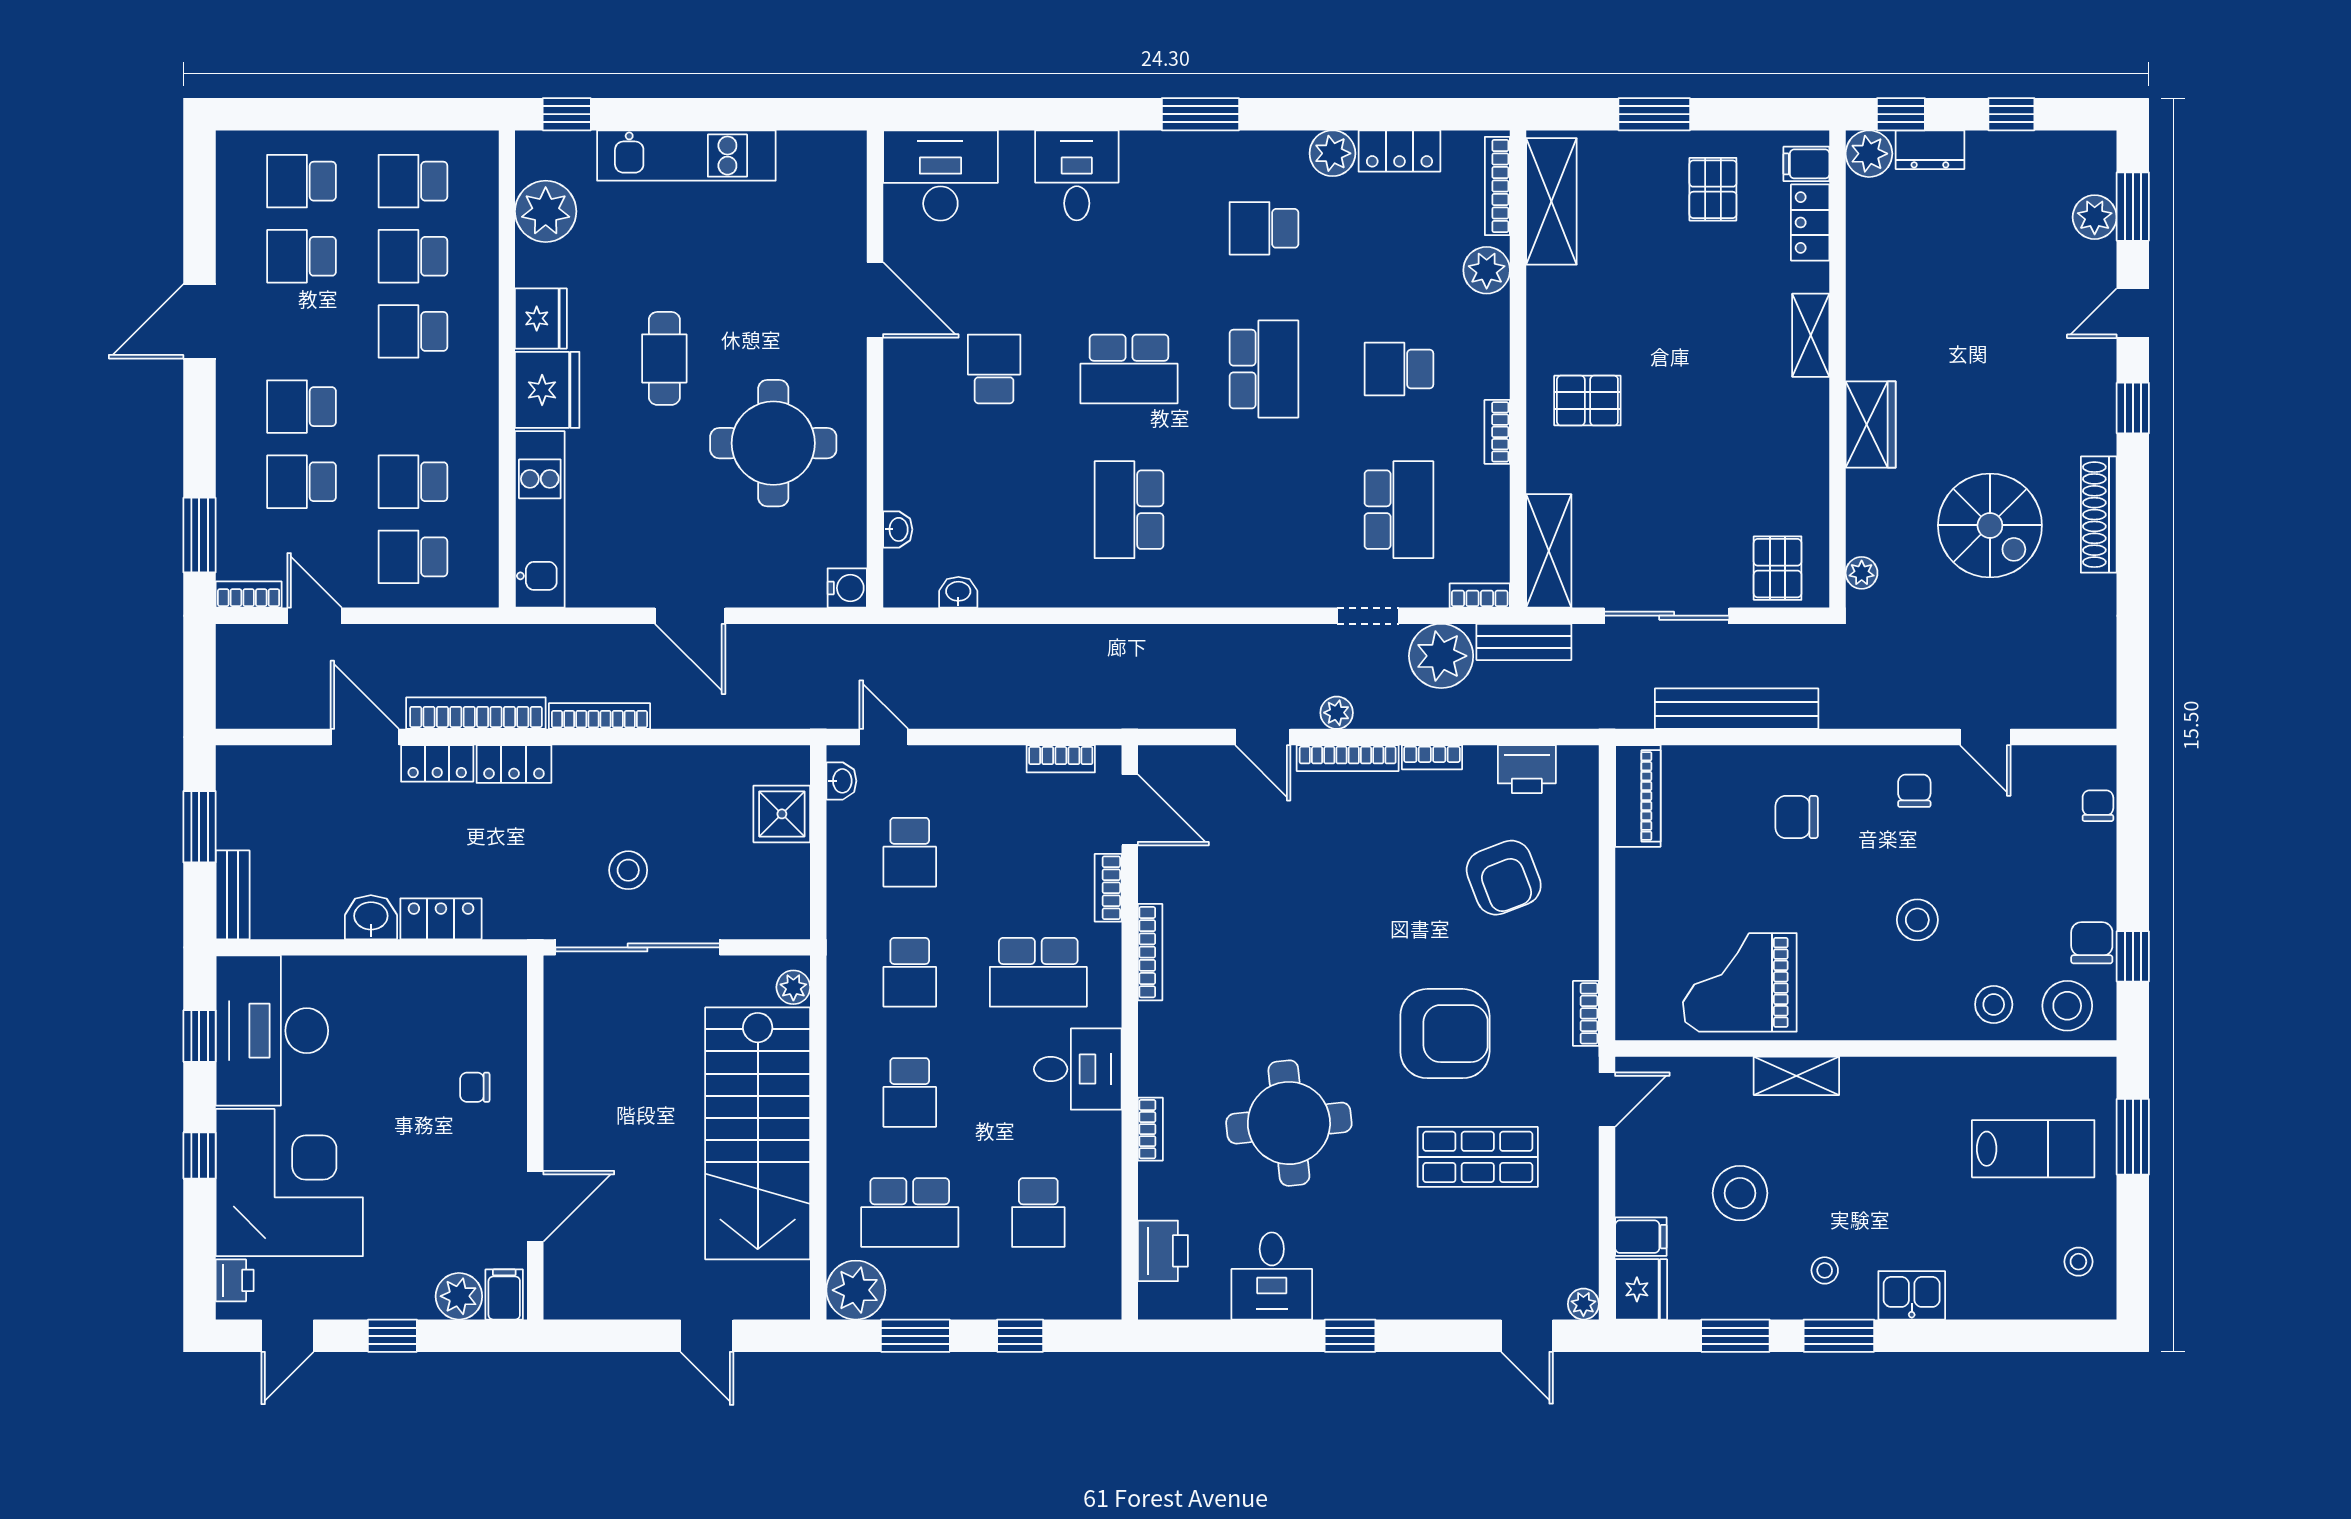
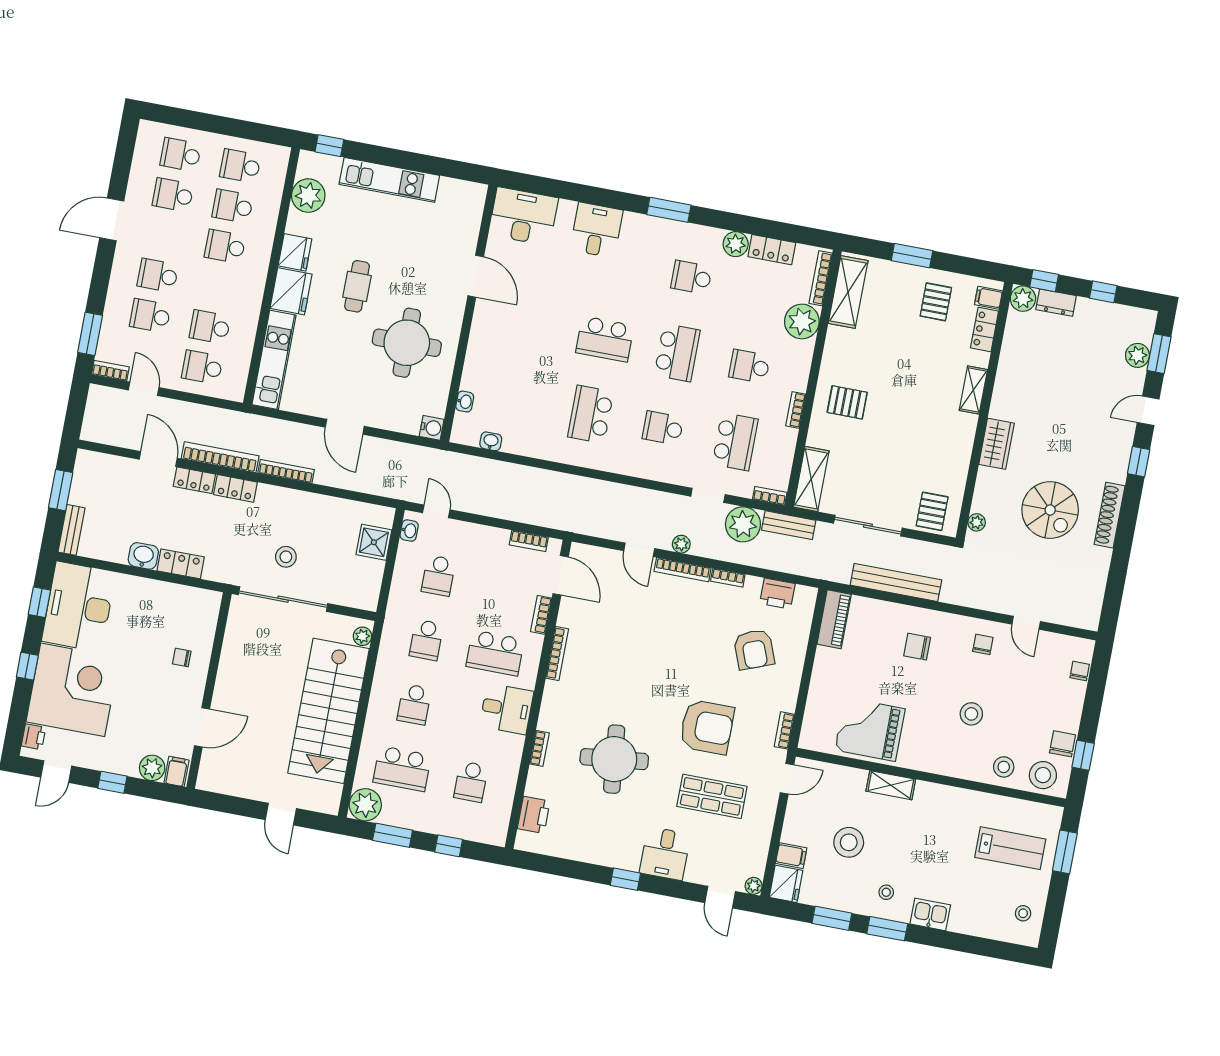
plant: (1487, 270) -> (802, 321), width x1.36, depth x1.36
school desk: (994, 369) -> (663, 428), moved, turned -90
desk: (1272, 1276) -> (665, 854), moved

